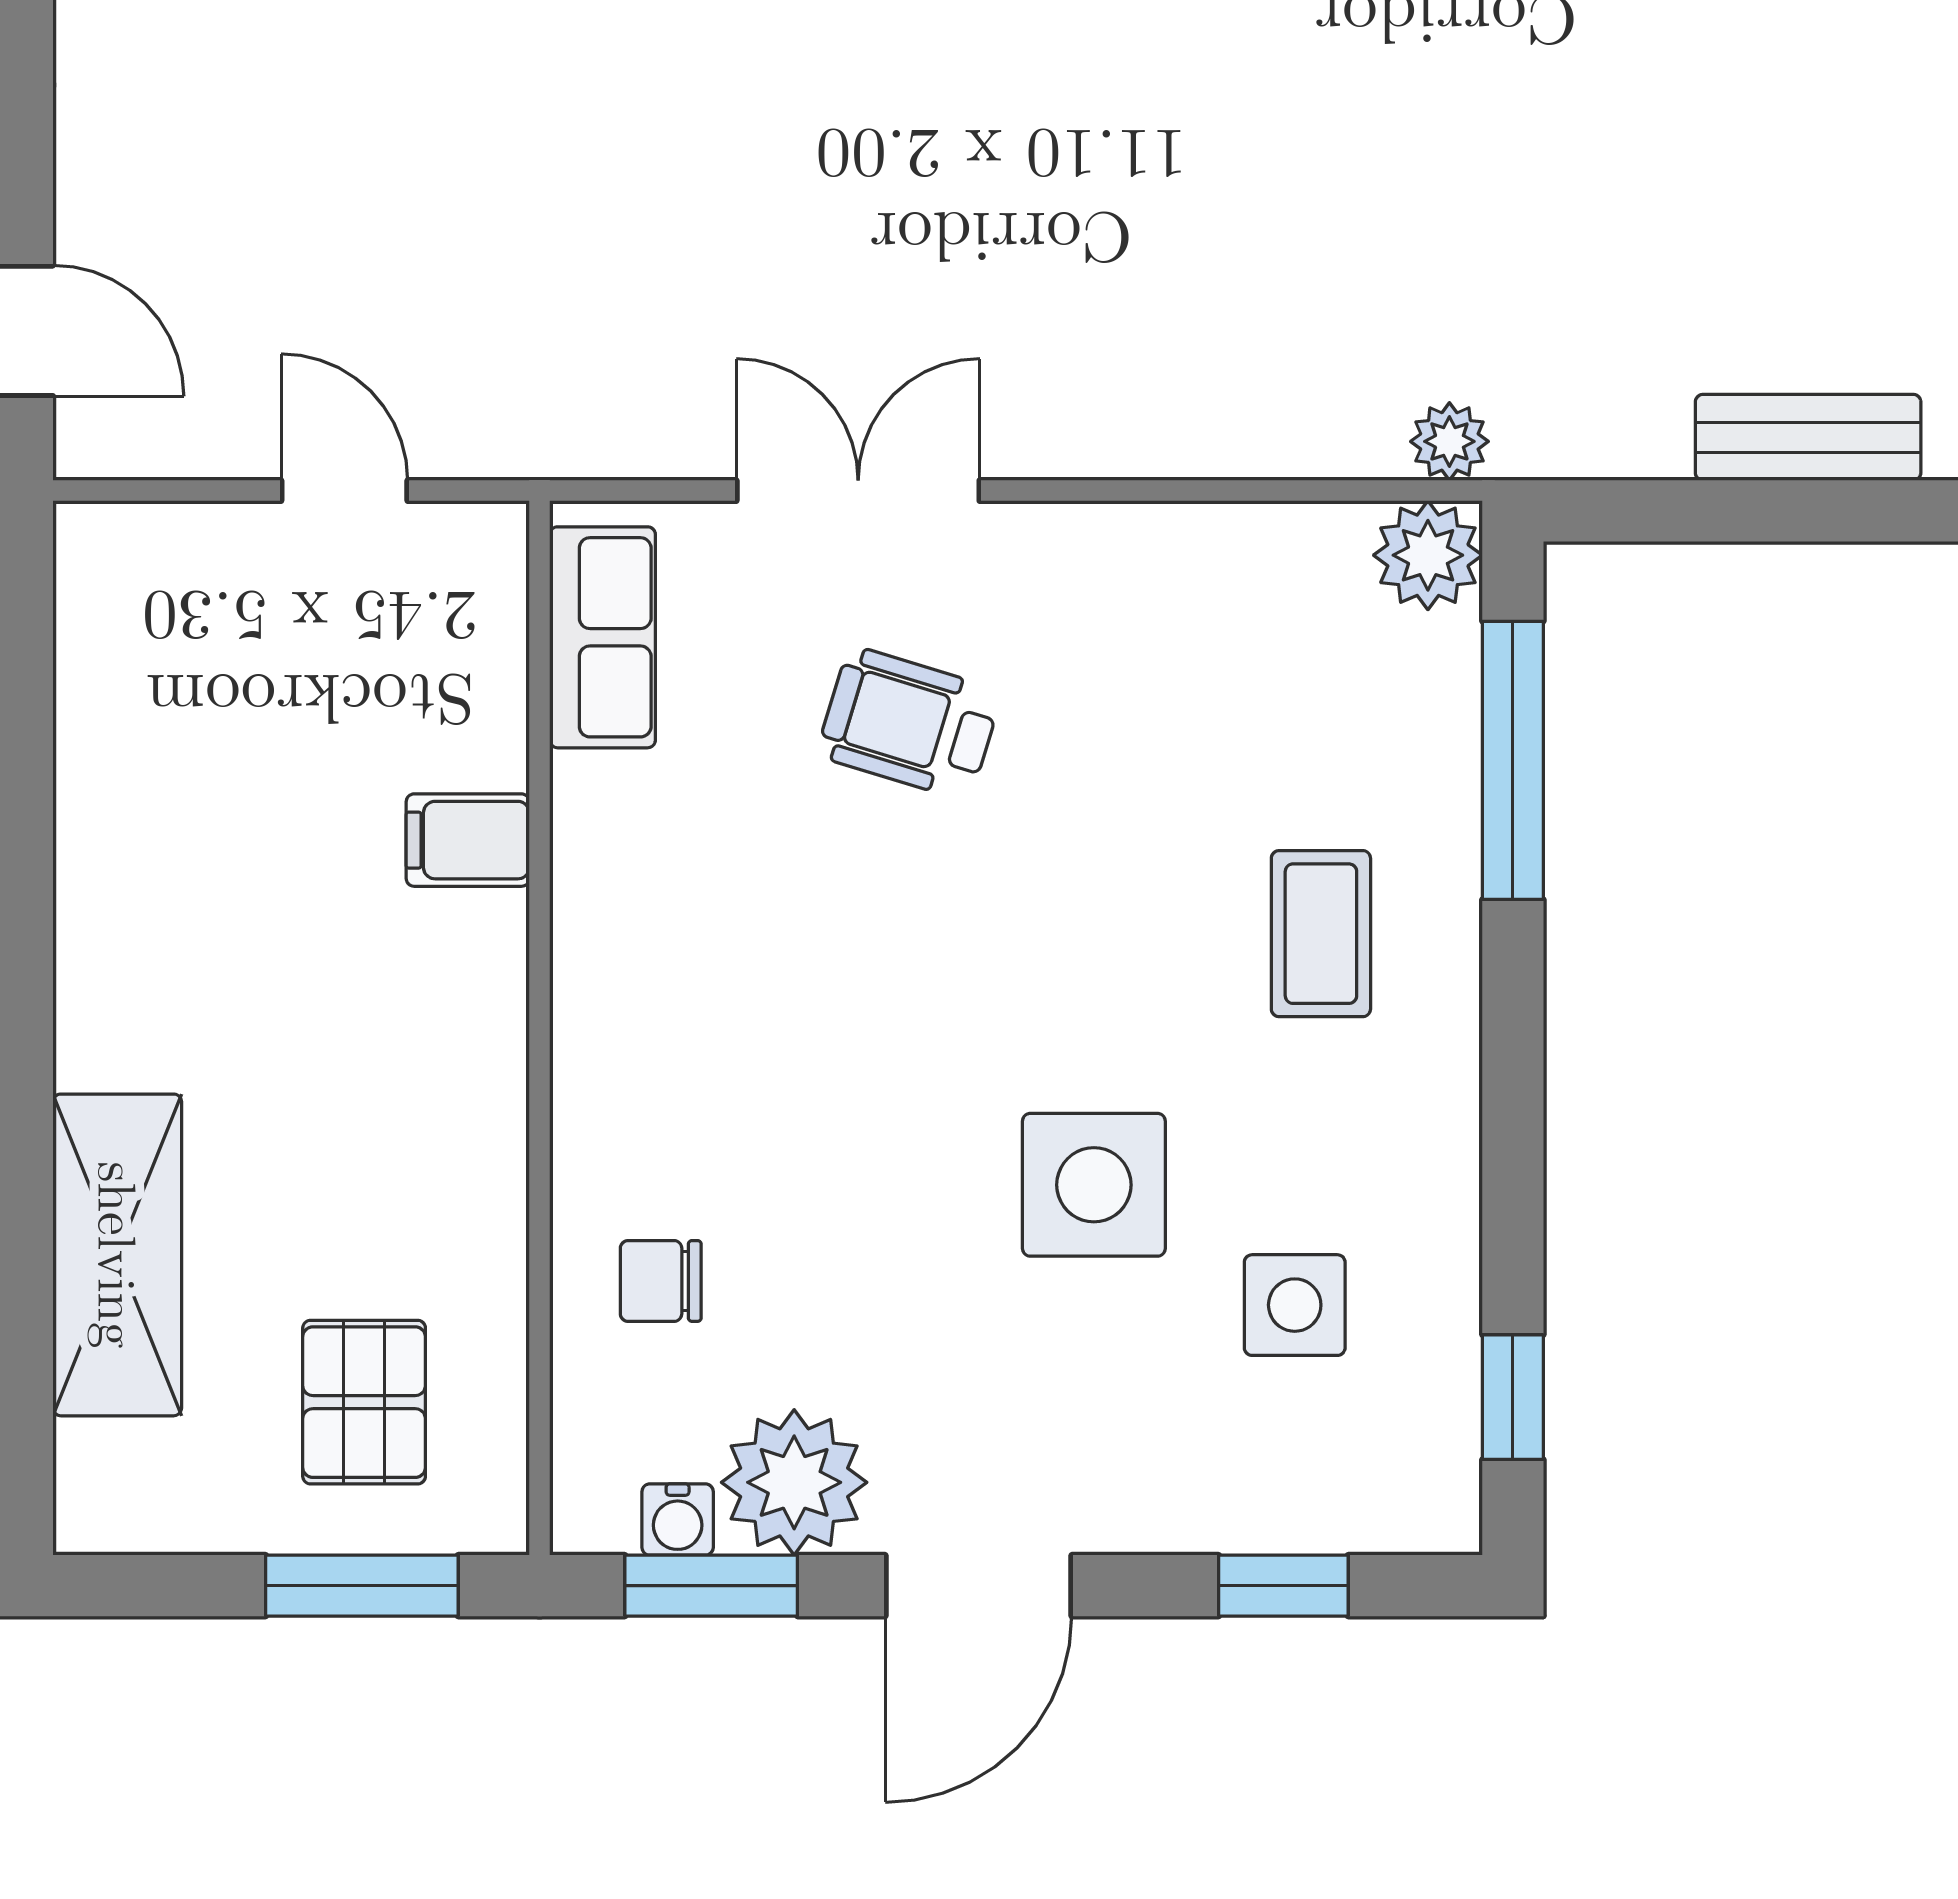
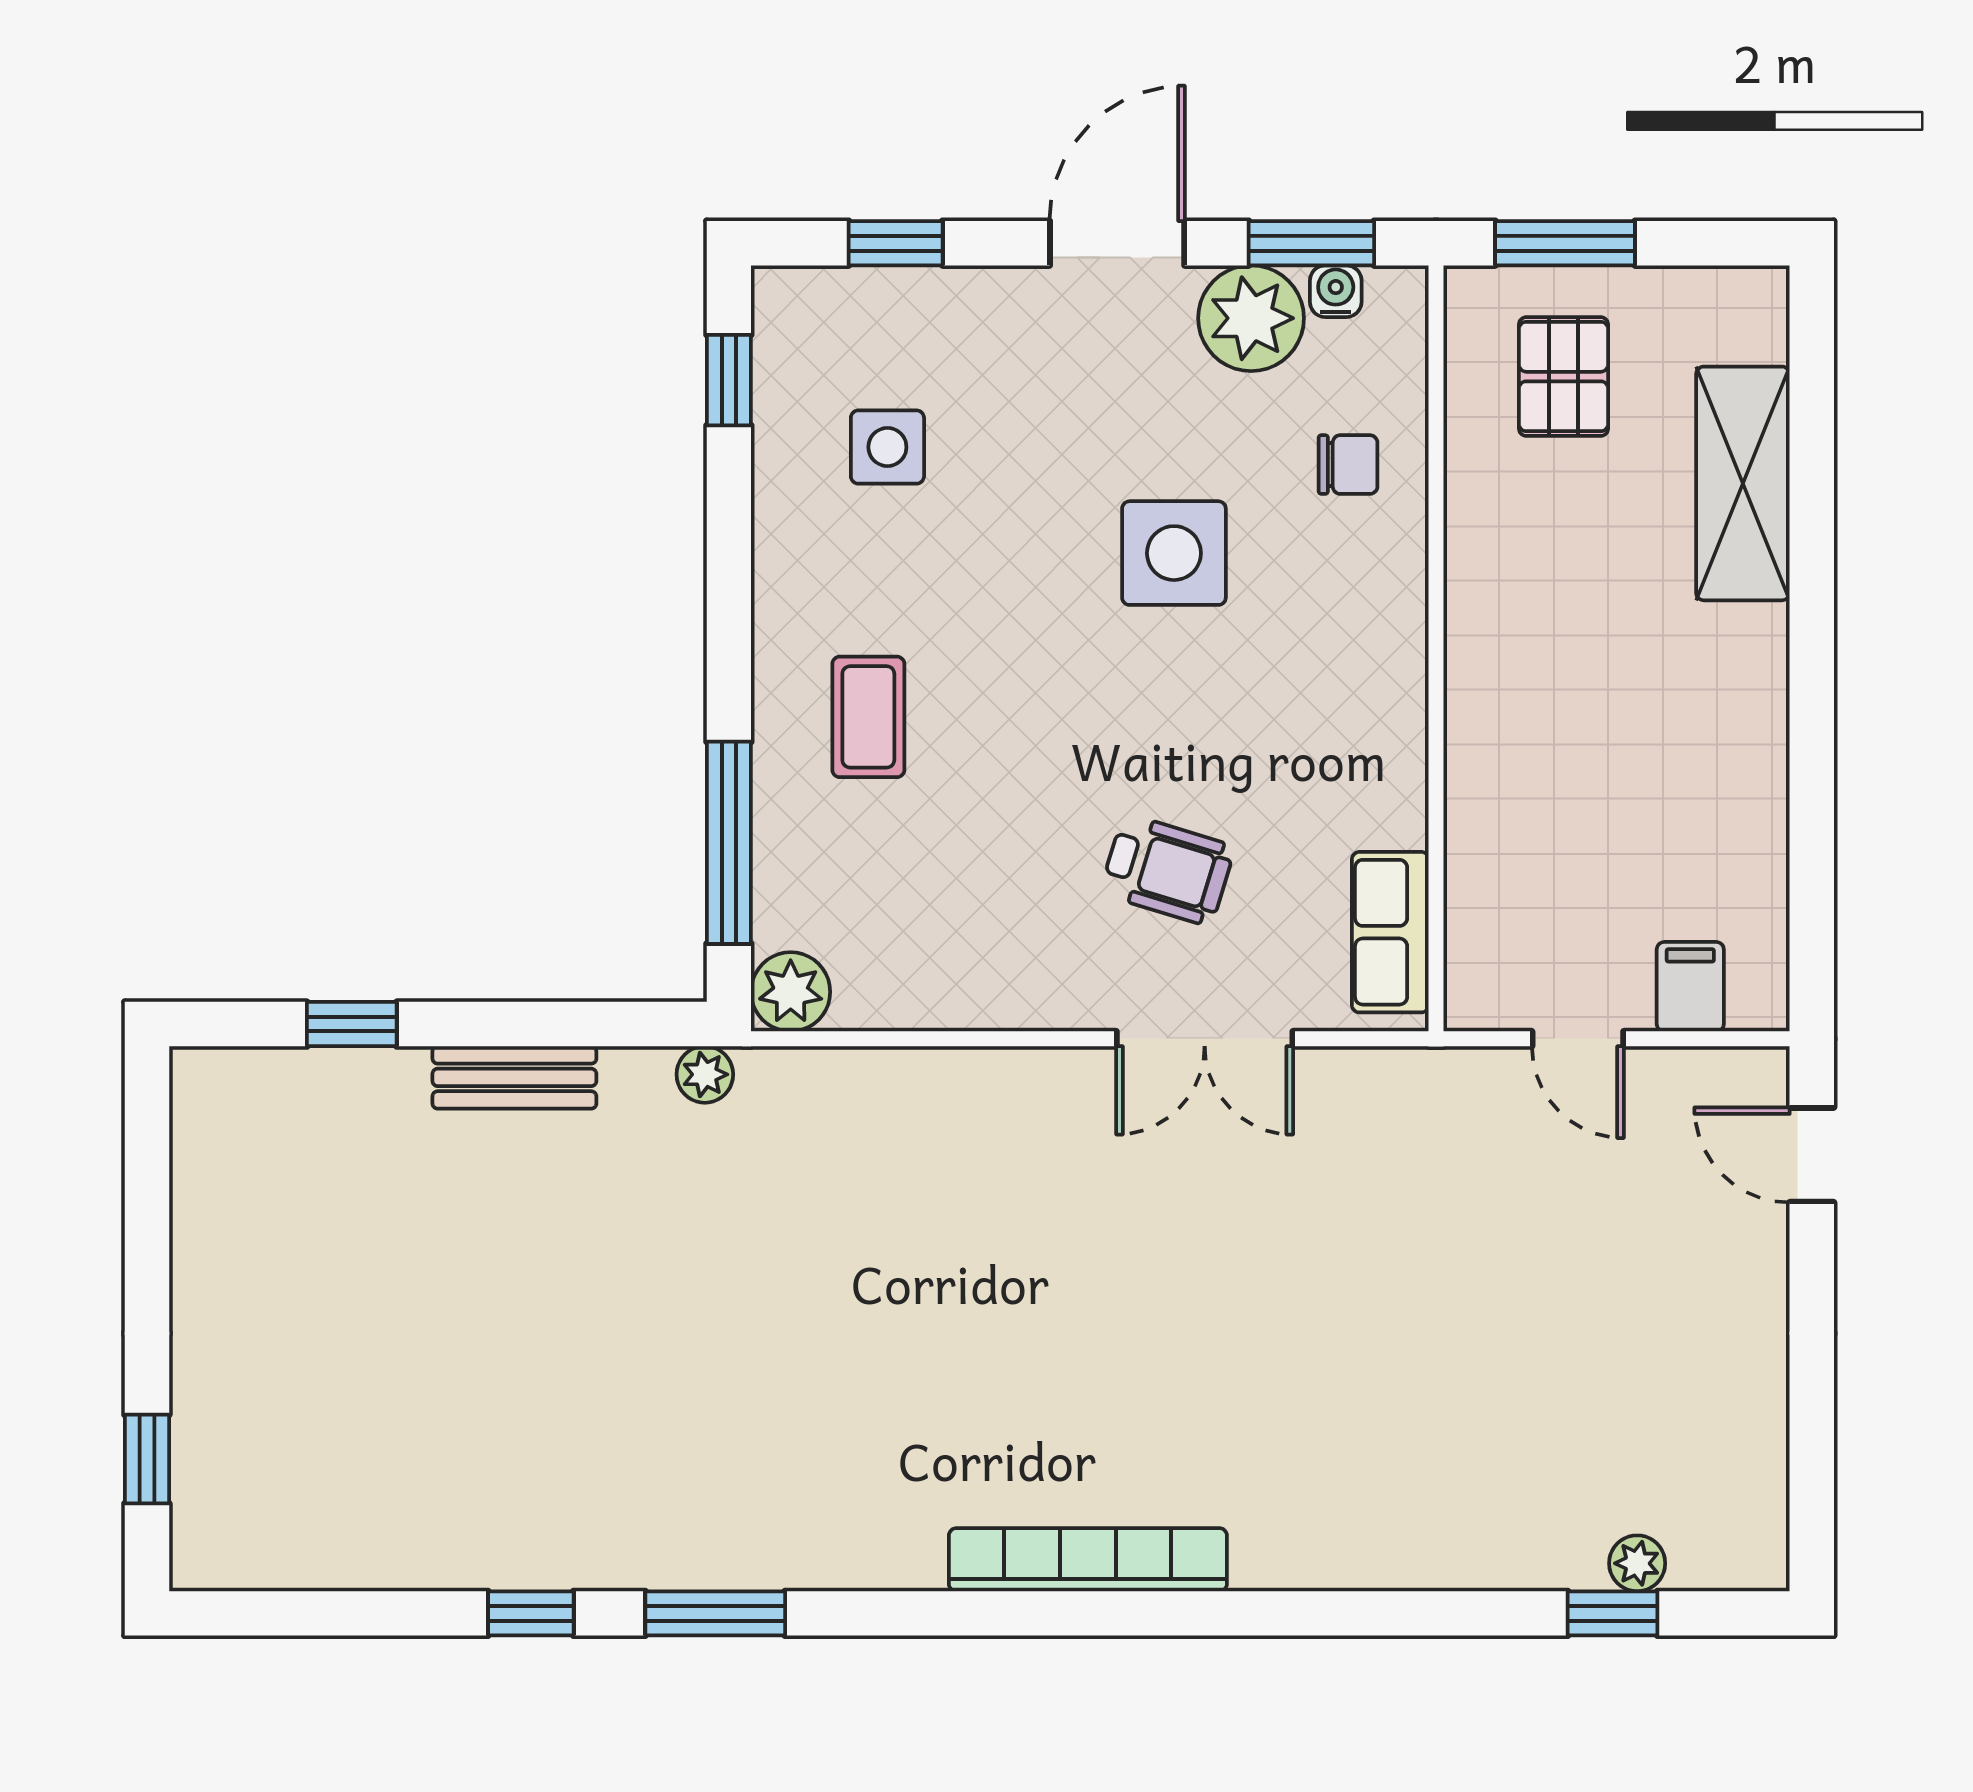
plant: (1449, 441) -> (705, 1074), moved
filing cabinet: (468, 840) -> (1690, 987), moved, turned -90
side table: (1094, 1185) -> (1174, 553), moved

